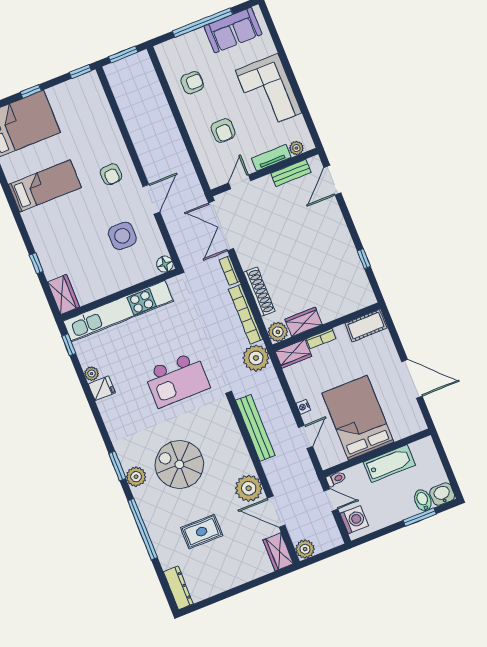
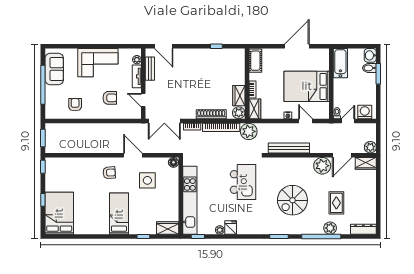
bed: (45, 186) -> (119, 214), moved
bathtub: (389, 464) -> (340, 63), moved
plant: (136, 477) -> (330, 228), moved

